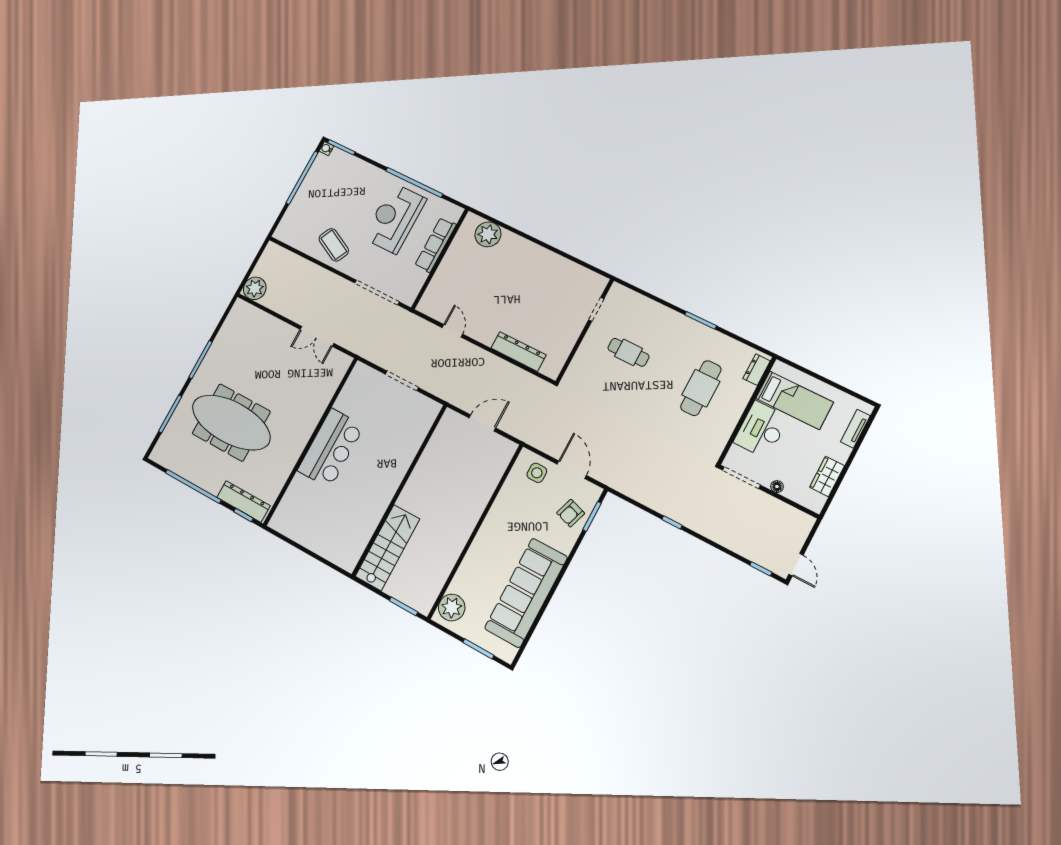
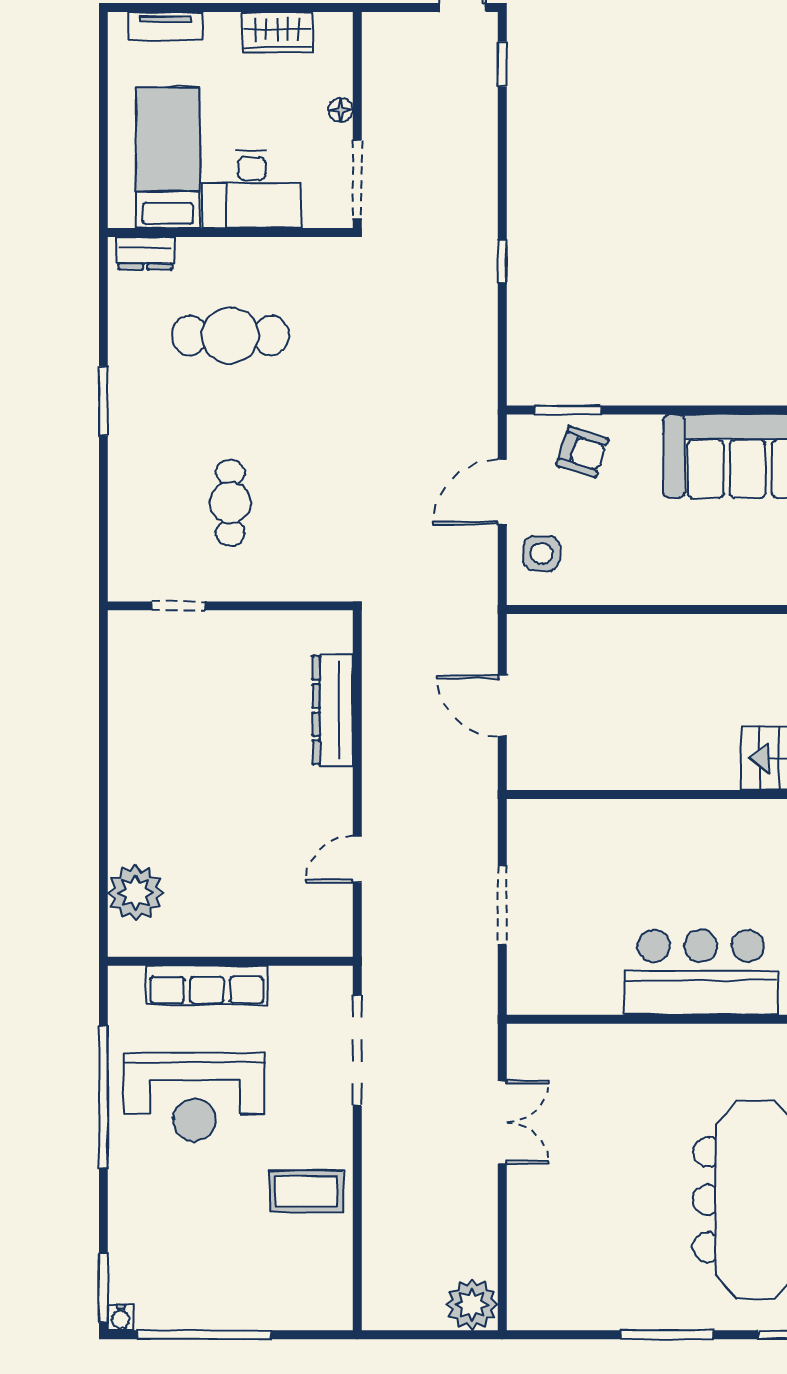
coffee table: (334, 245) -> (306, 1191), turned 63

